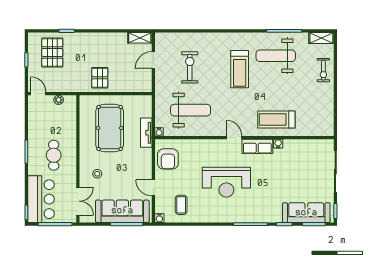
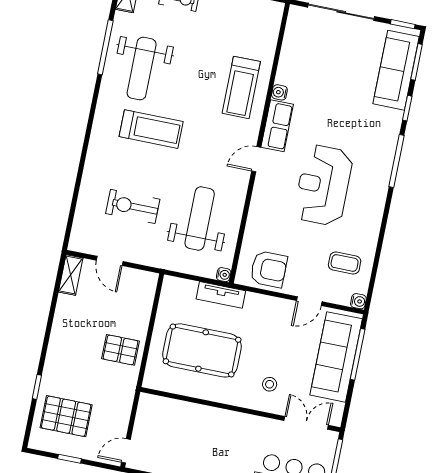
plant: (59, 100) -> (142, 421), removed
cafe table: (54, 155) -> (227, 446), removed
reception desk: (226, 182) -> (323, 185), turned 180

